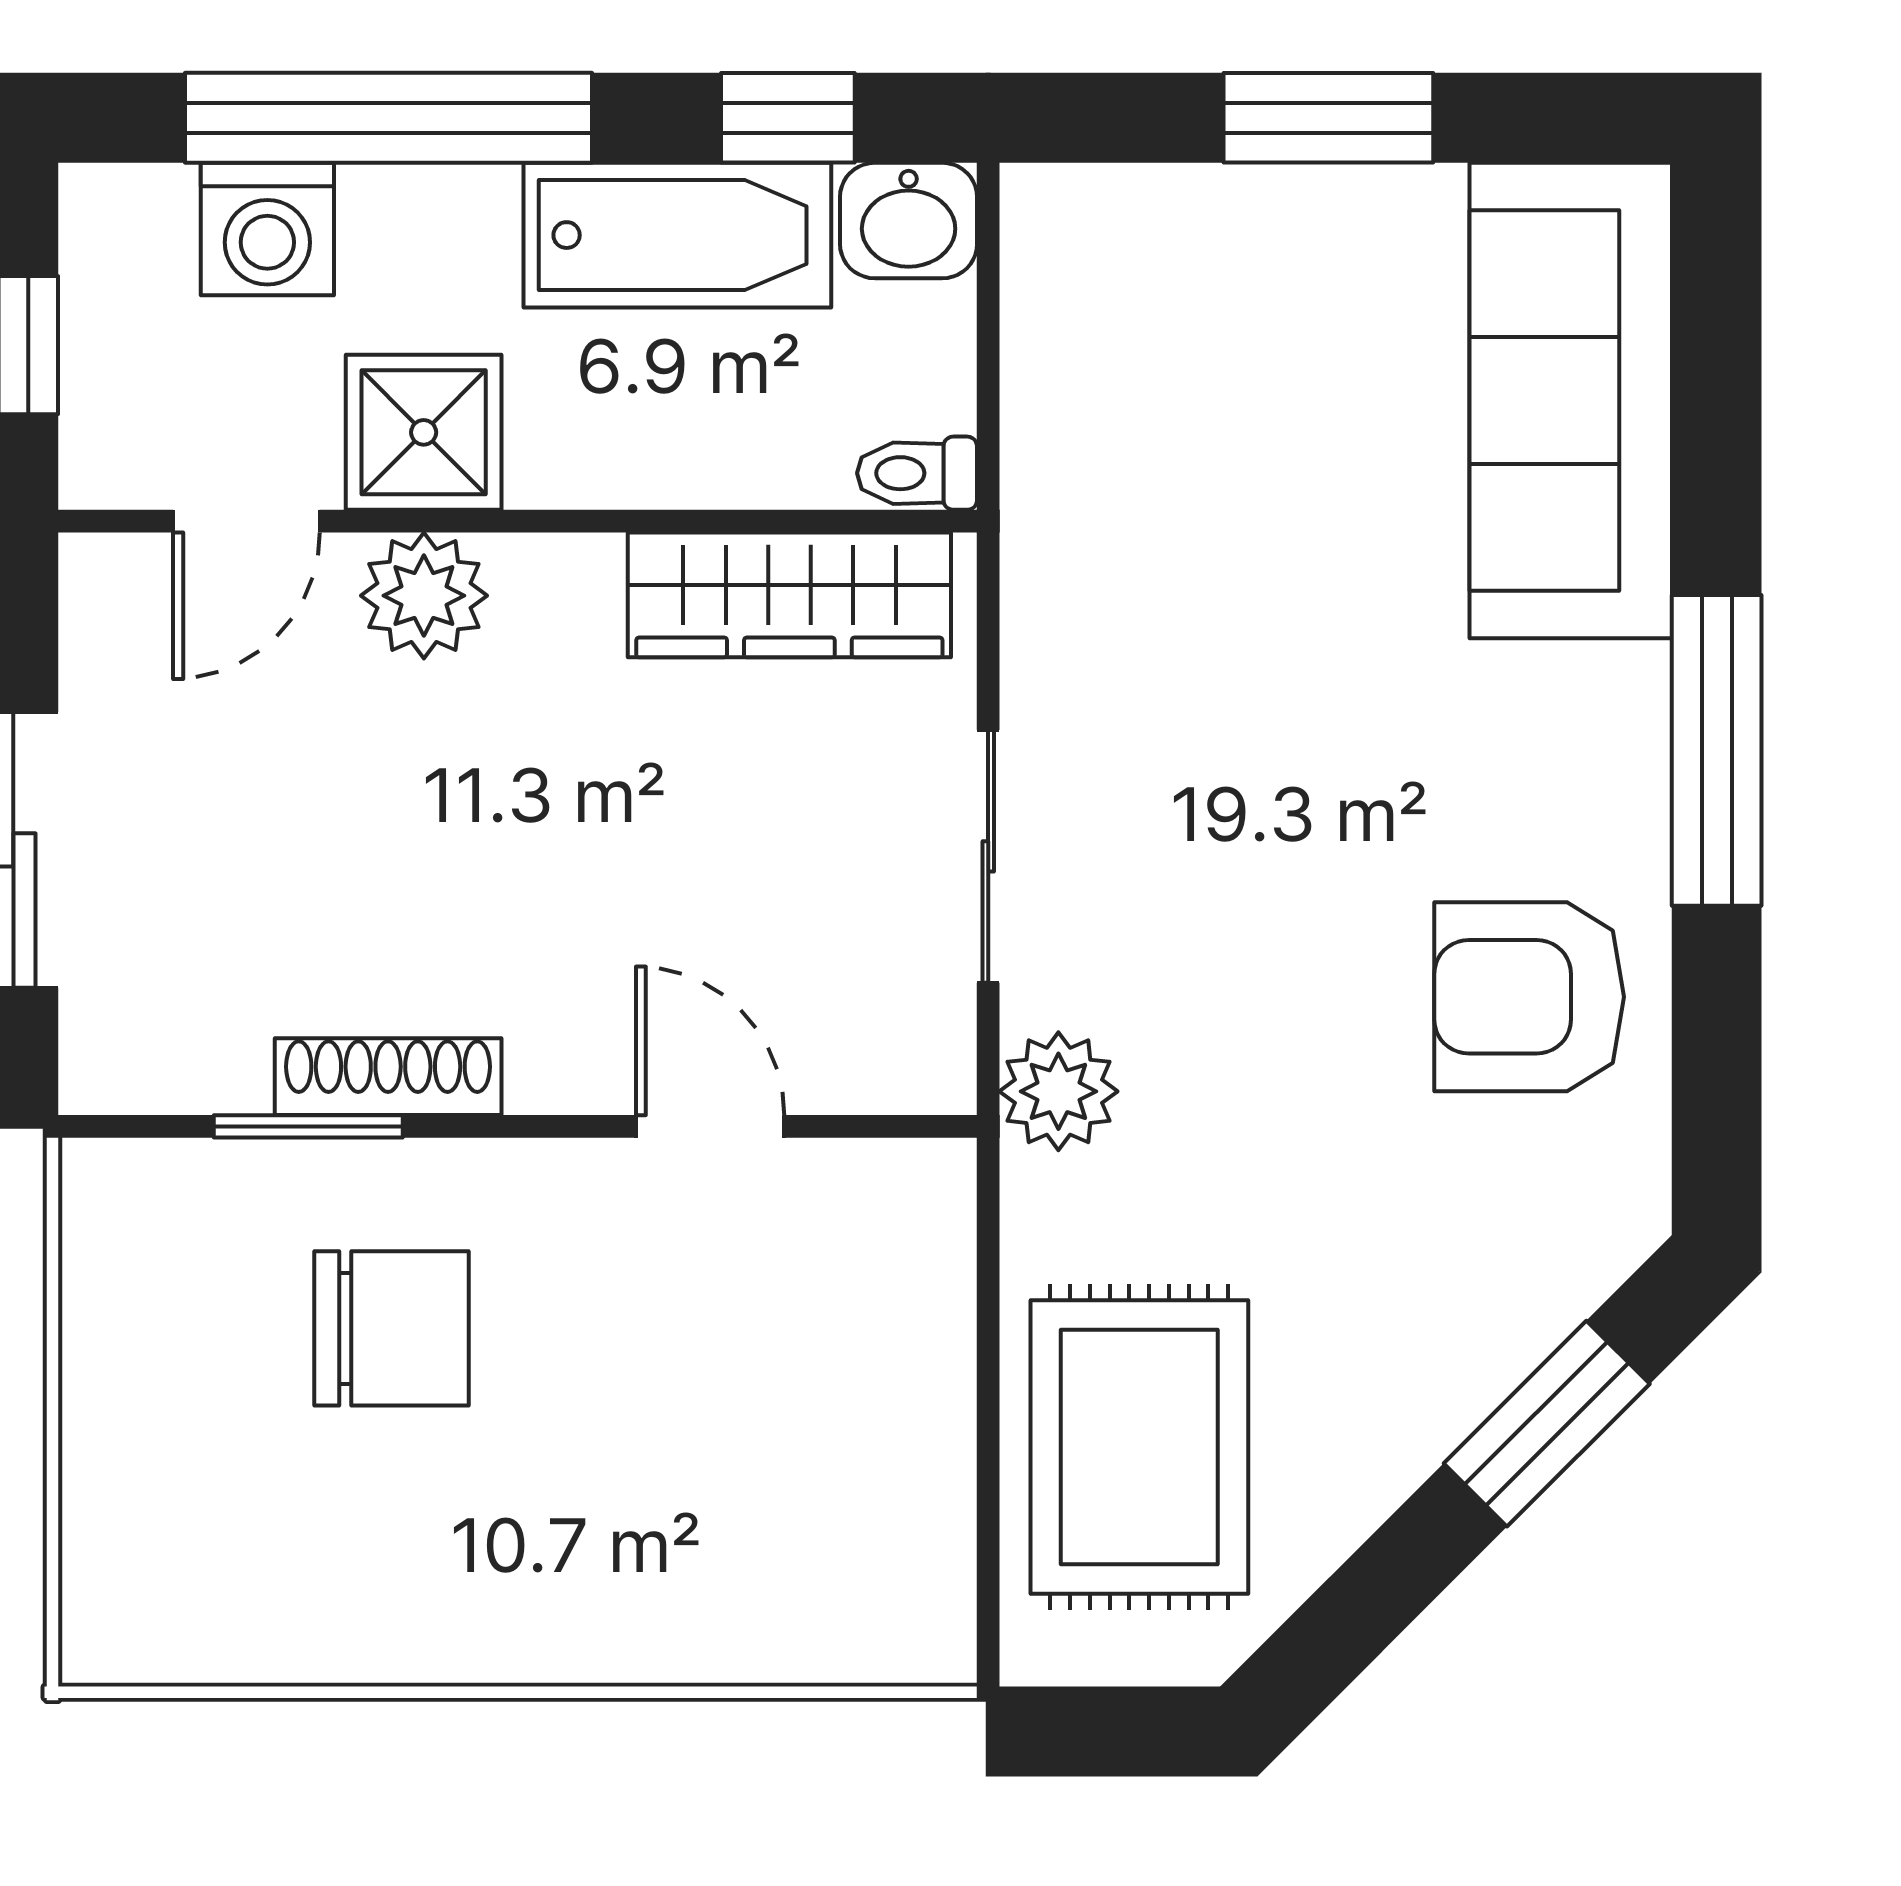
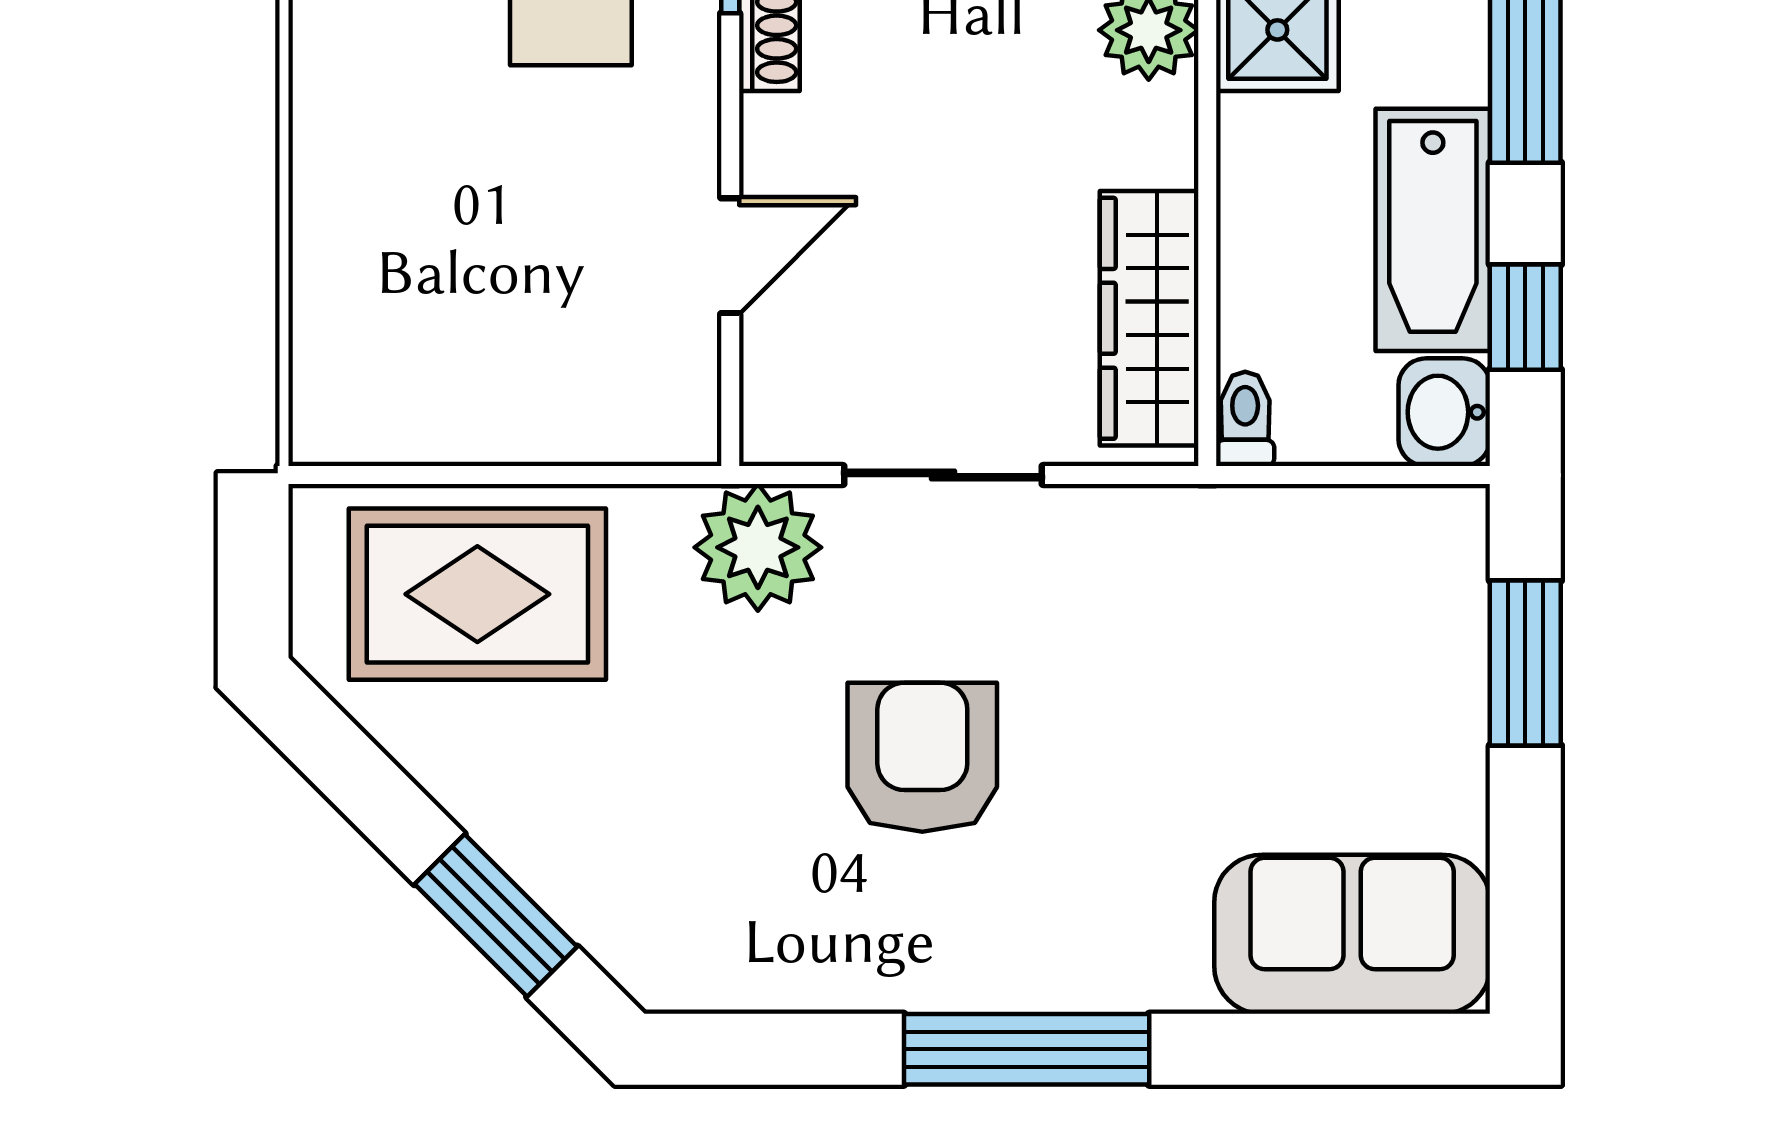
window: (1328, 118) -> (1525, 663), moved
sofa: (1571, 400) -> (1352, 934), width x0.73
armchair: (1529, 997) -> (922, 757), moved
plant: (1058, 1091) -> (758, 547), width x1.36, depth x1.36

